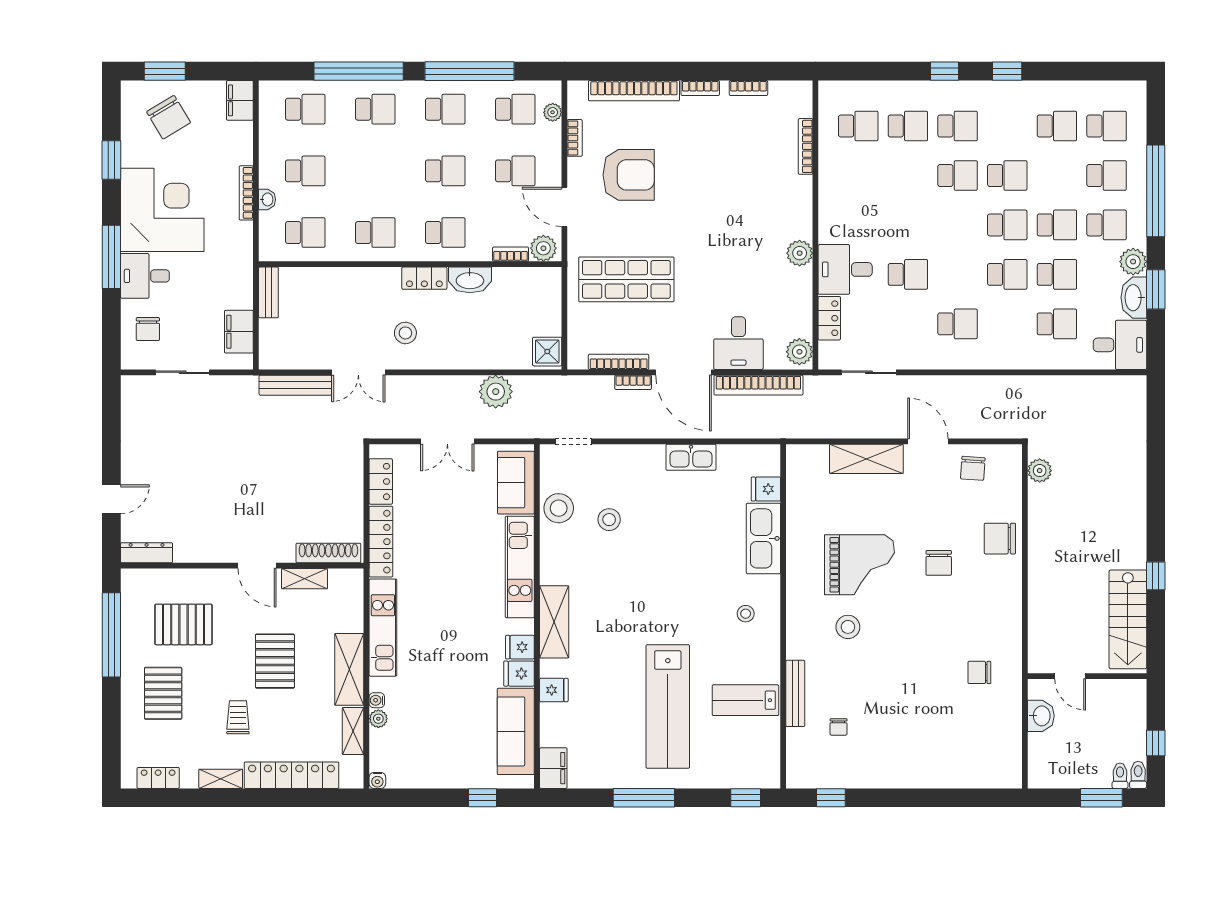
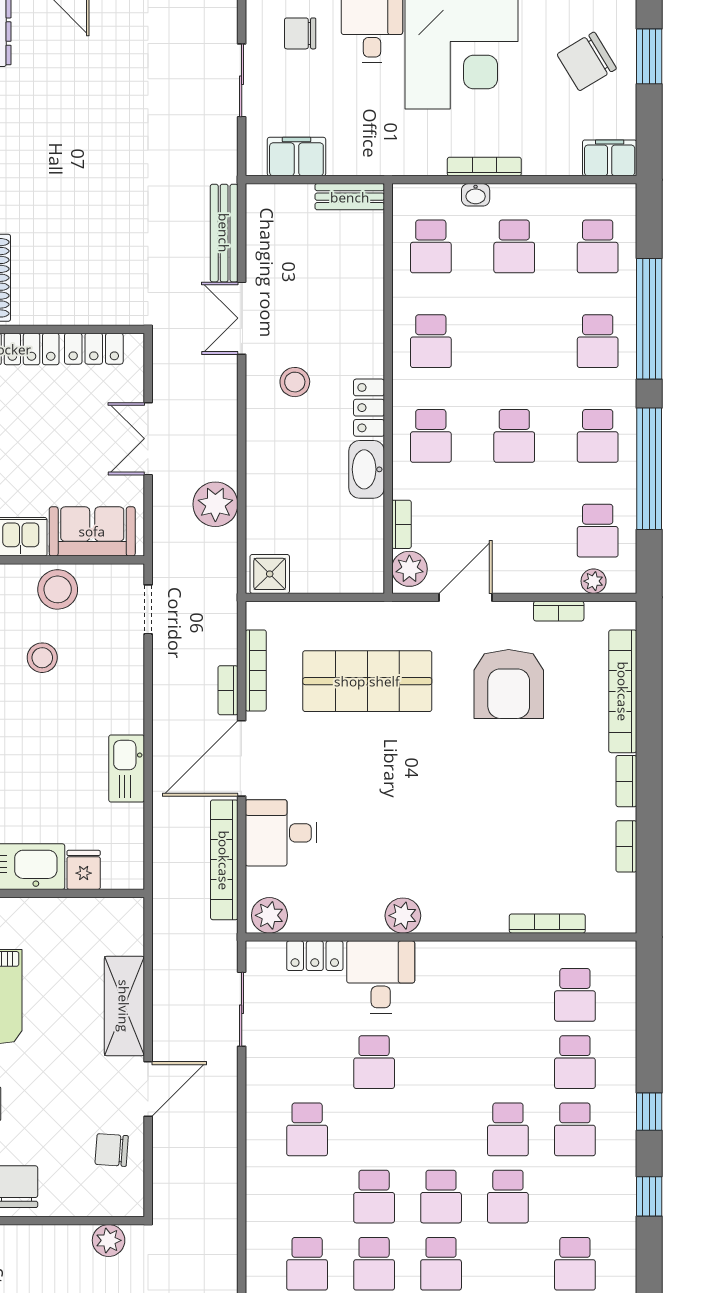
school desk: (515, 171) -> (514, 531), removed
shop shelf: (626, 279) -> (367, 681), turned 90

